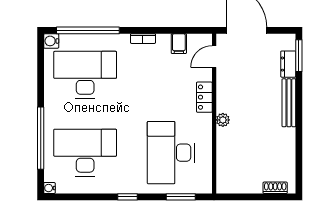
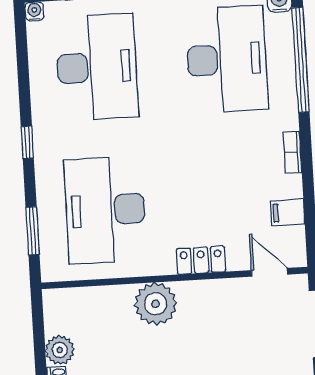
plant: (223, 120) -> (156, 304), width x1.87, depth x1.87
desk: (171, 153) -> (105, 210), turned -90
plant: (253, 185) -> (60, 350), added

